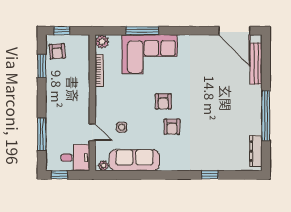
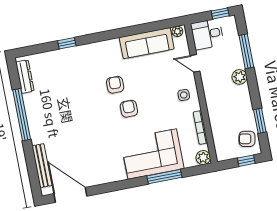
armchair: (57, 51) -> (247, 139), turned -75
plant: (53, 111) -> (240, 77), added
side table: (122, 127) -> (184, 95), moved

